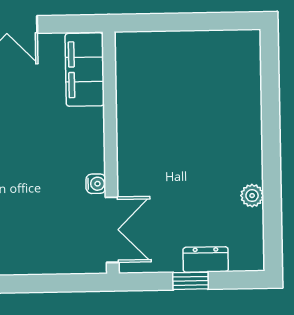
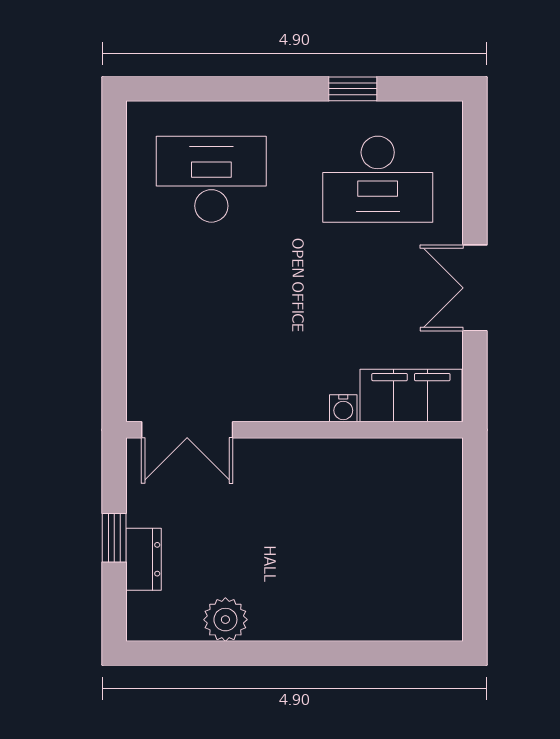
water cooler: (96, 184) -> (343, 408), moved
plant: (252, 196) -> (225, 620), width x1.38, depth x1.38

